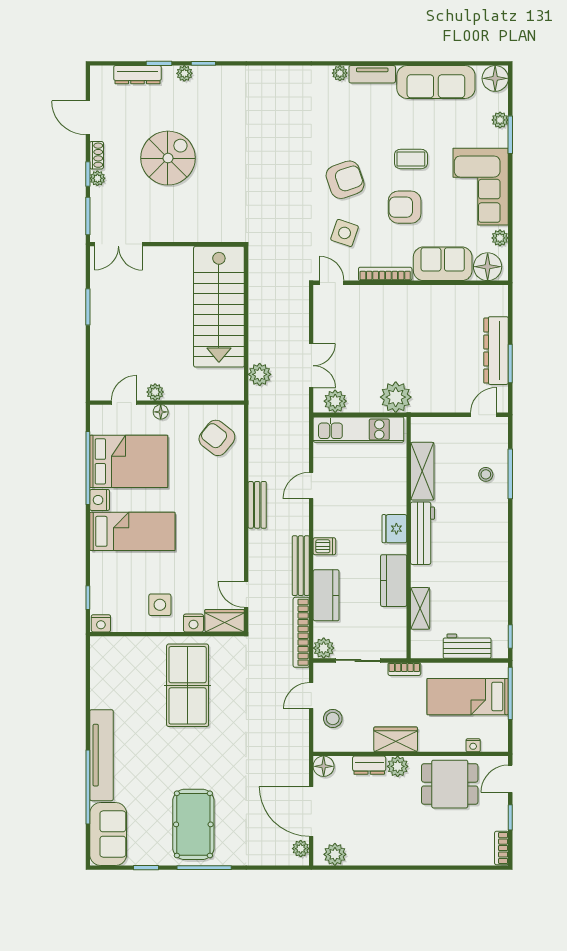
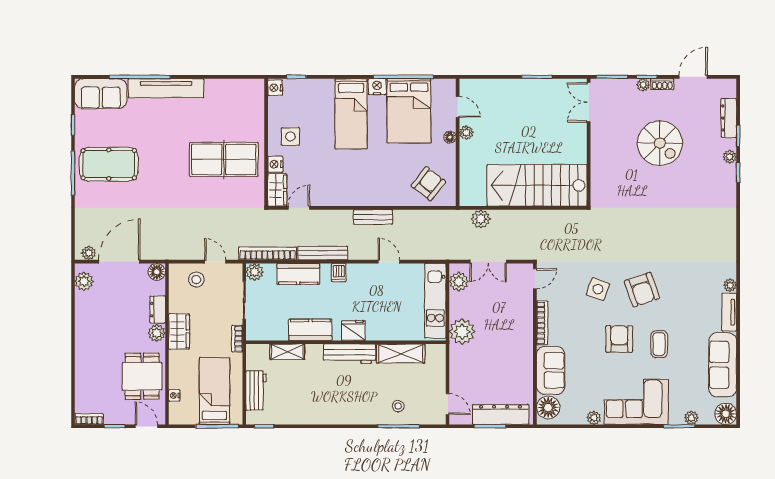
sofa: (443, 264) -> (551, 370), moved
floor lamp: (488, 267) -> (548, 408), moved
bookcase: (385, 274) -> (542, 323), moved
door: (332, 283) -> (535, 279), moved
wall: (411, 283) -> (535, 344), moved

